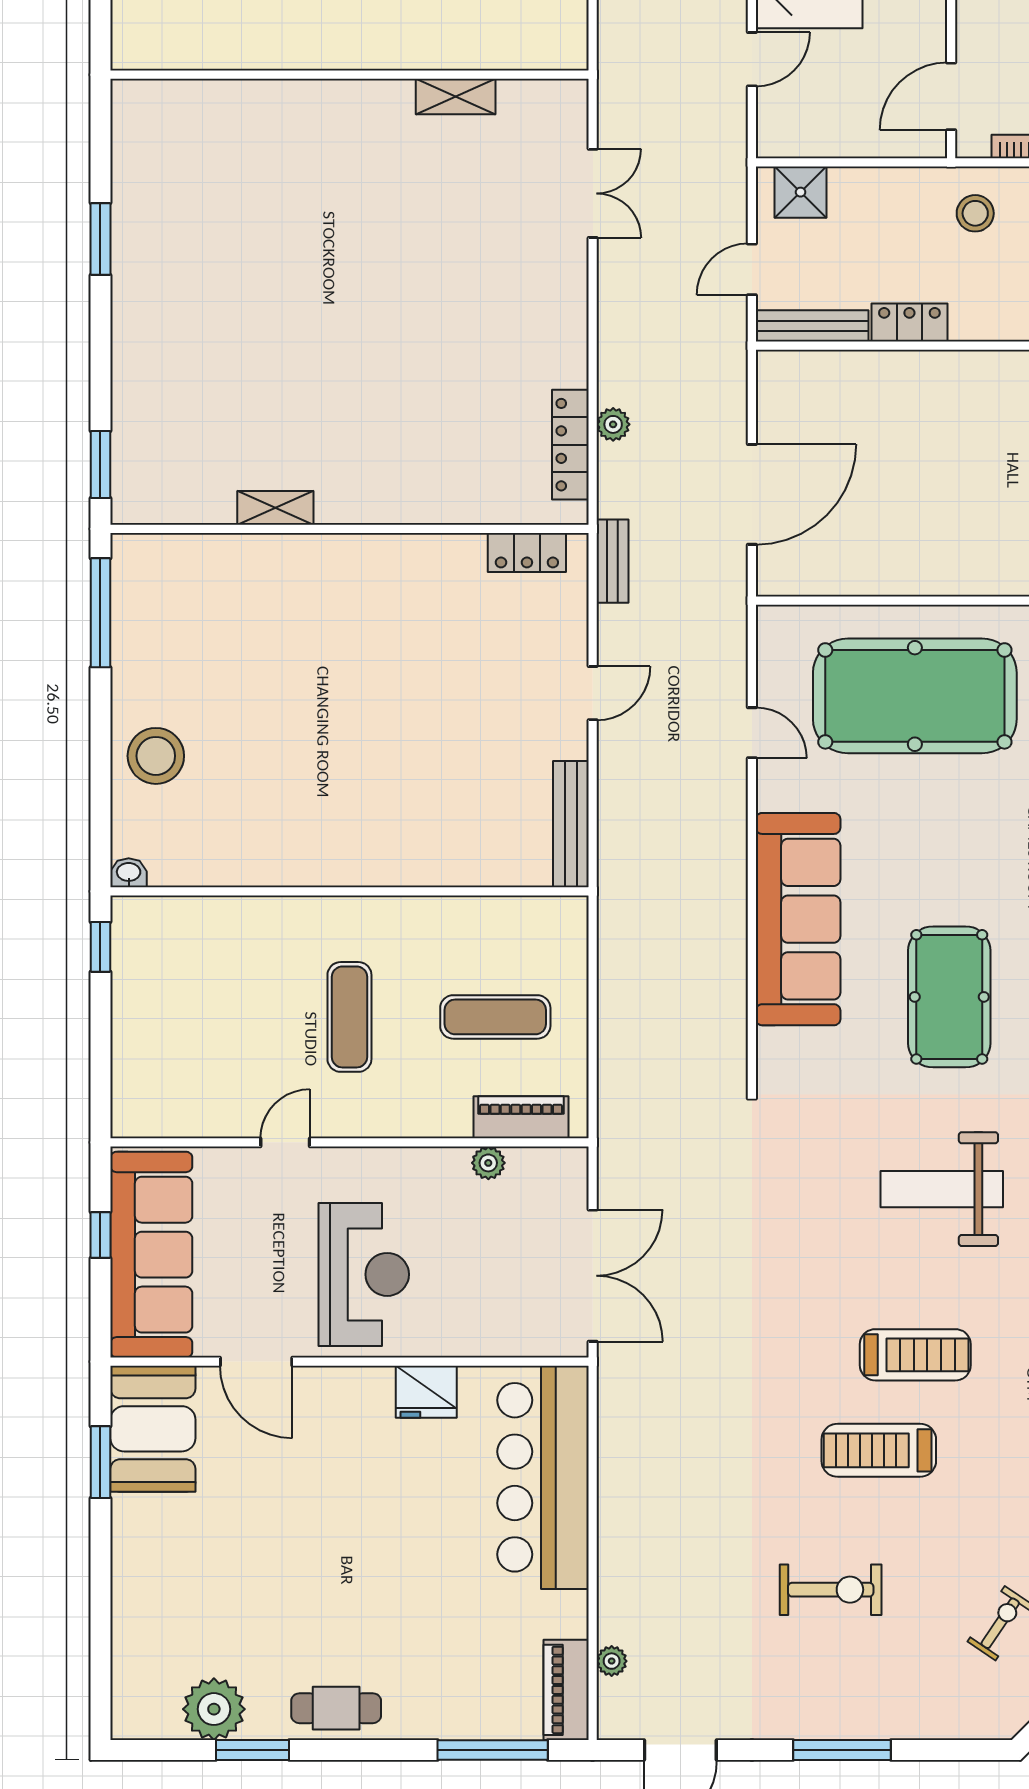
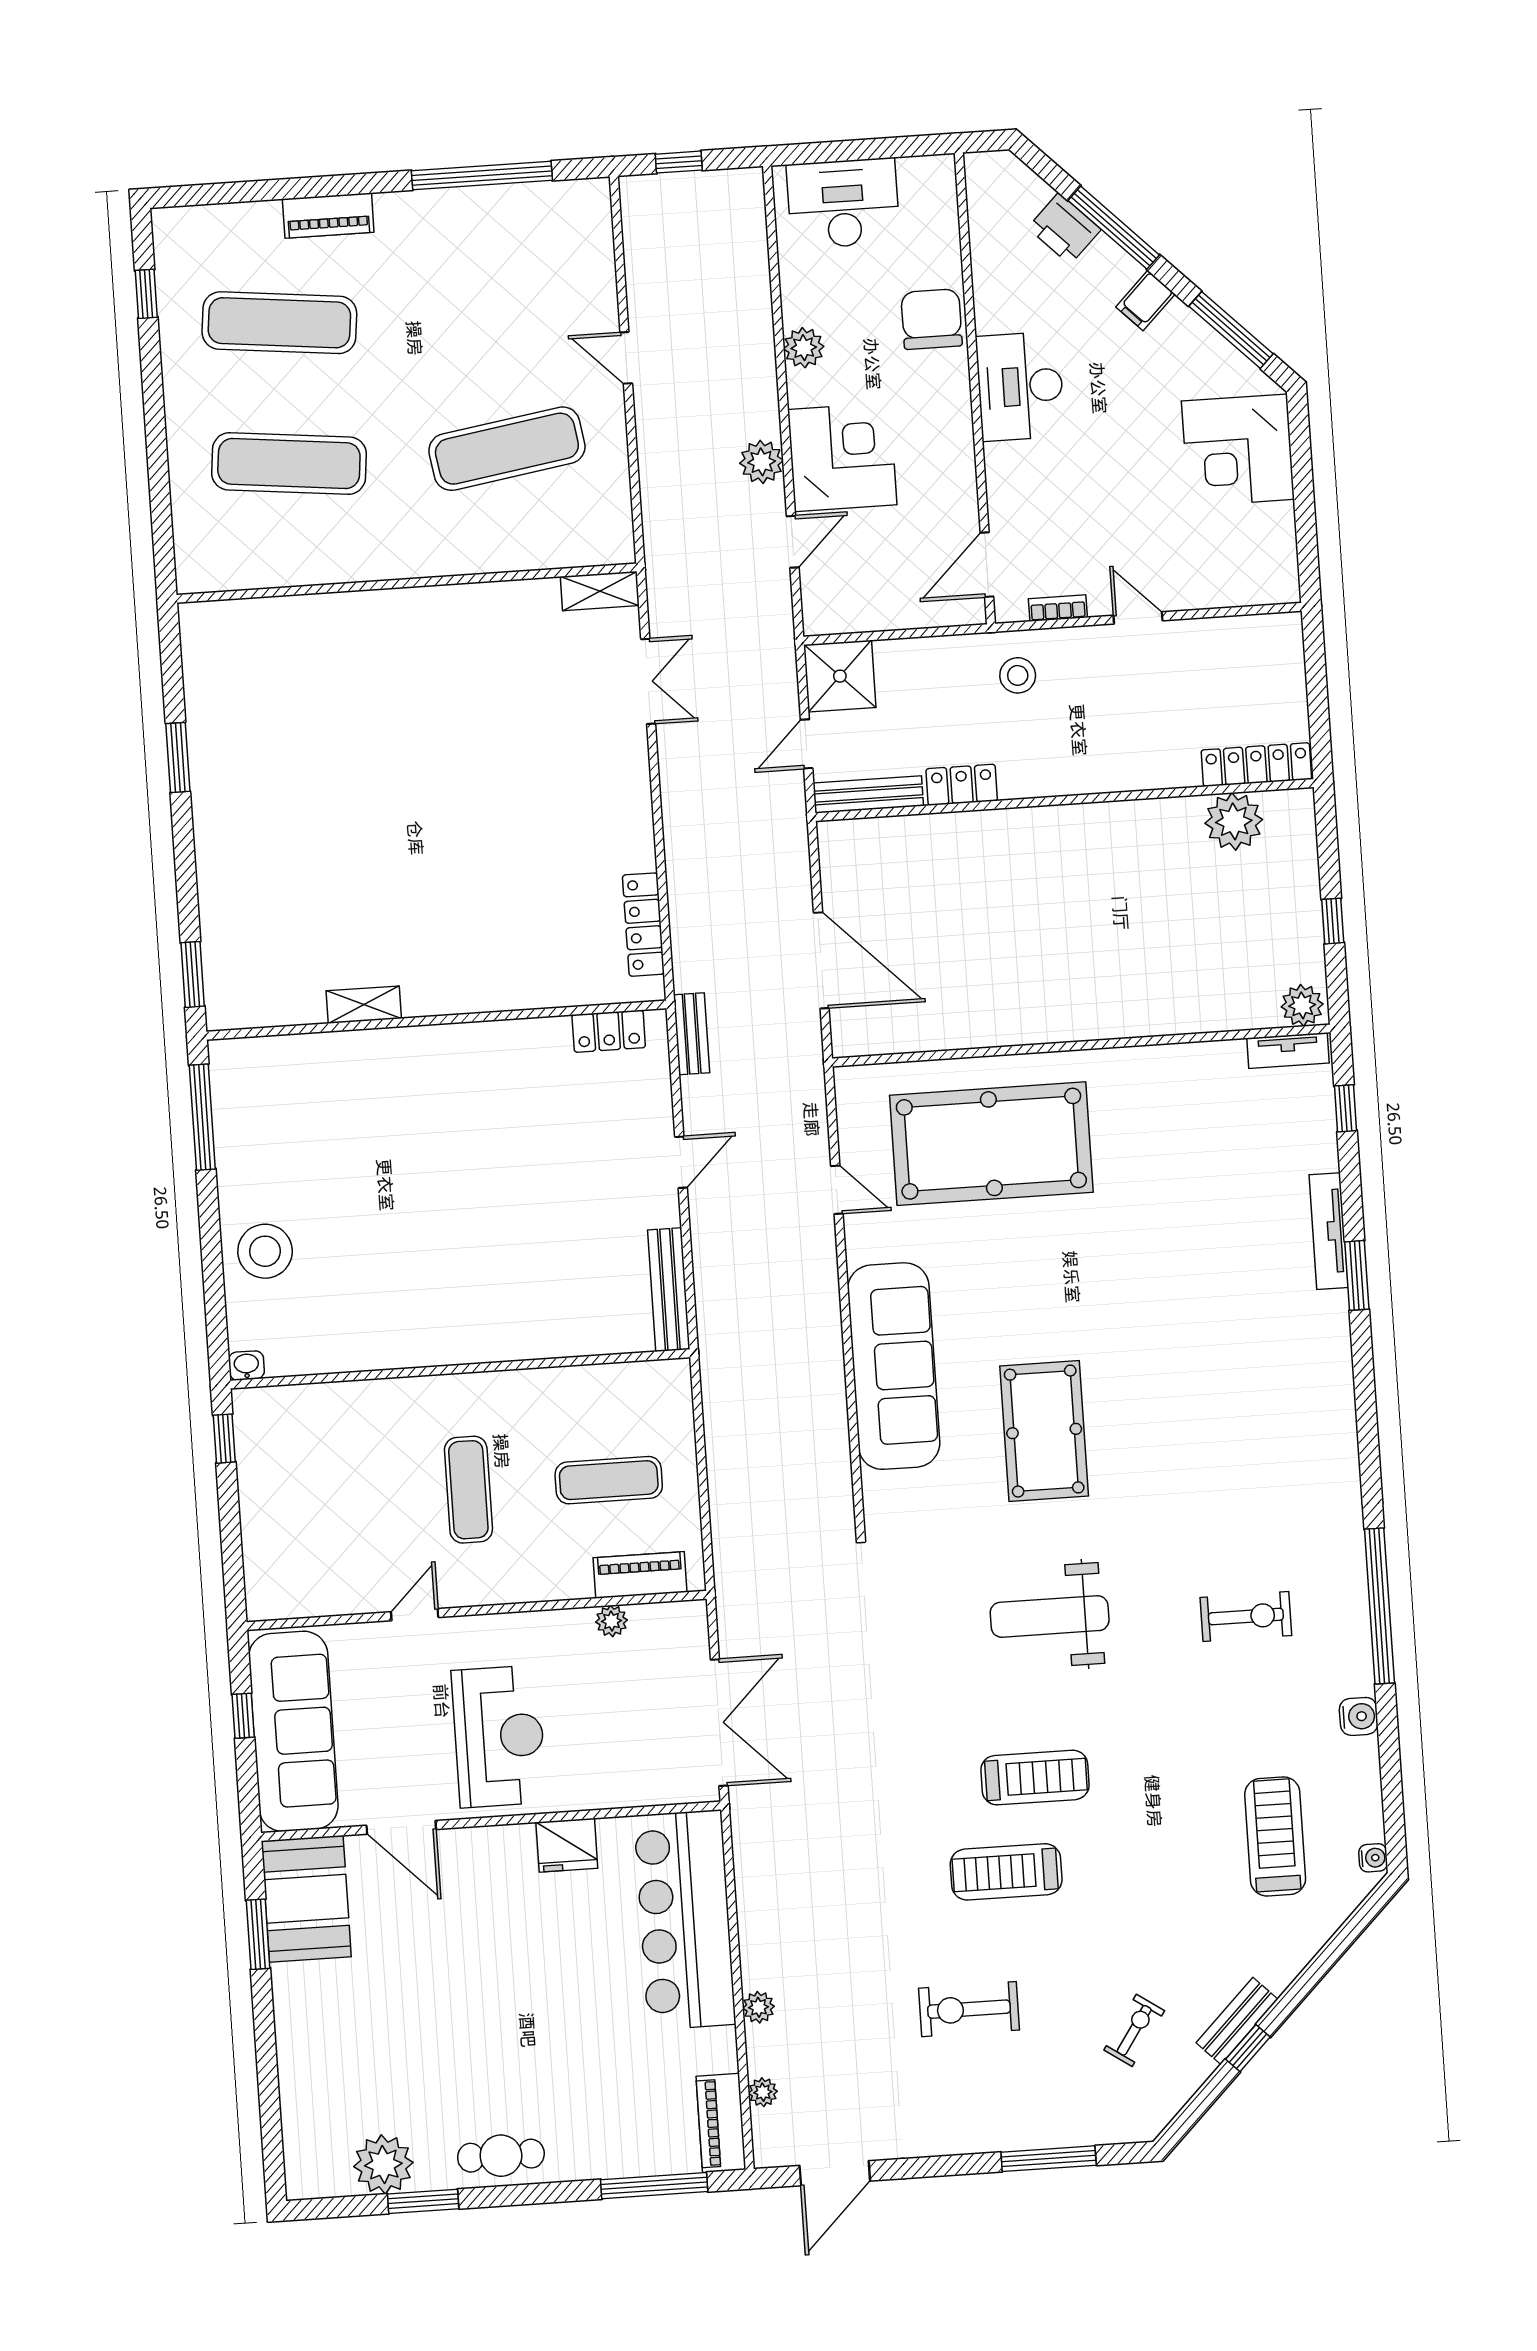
shelving: (456, 97) -> (600, 591), moved
shower: (801, 192) -> (840, 676), width x1.36, depth x1.36
plant: (613, 424) -> (759, 2007), moved
door: (752, 494) -> (821, 960), hinge flipped
exercise bike: (831, 1590) -> (969, 2009), turned 180
window: (842, 1750) -> (1049, 2159), moved

